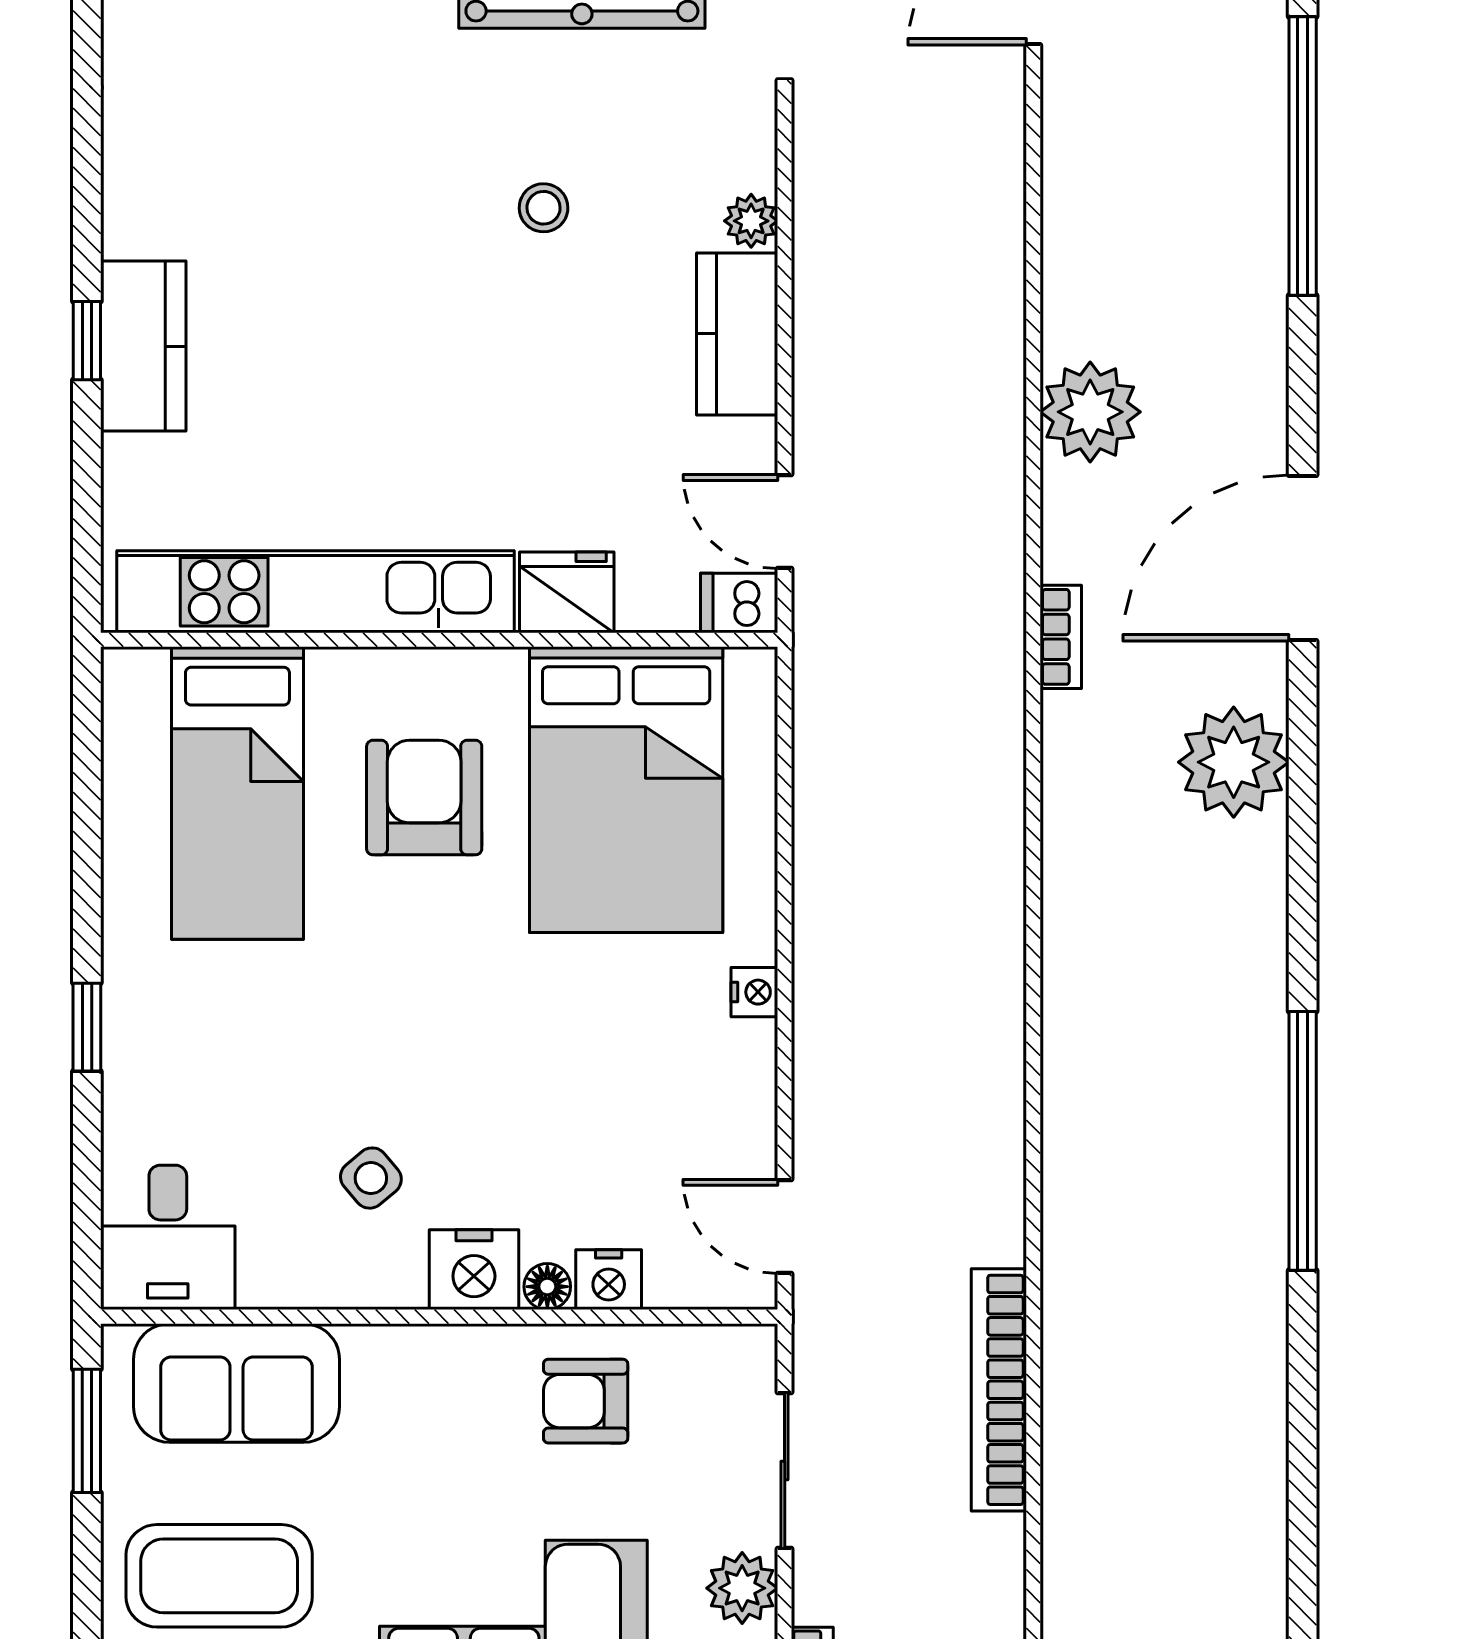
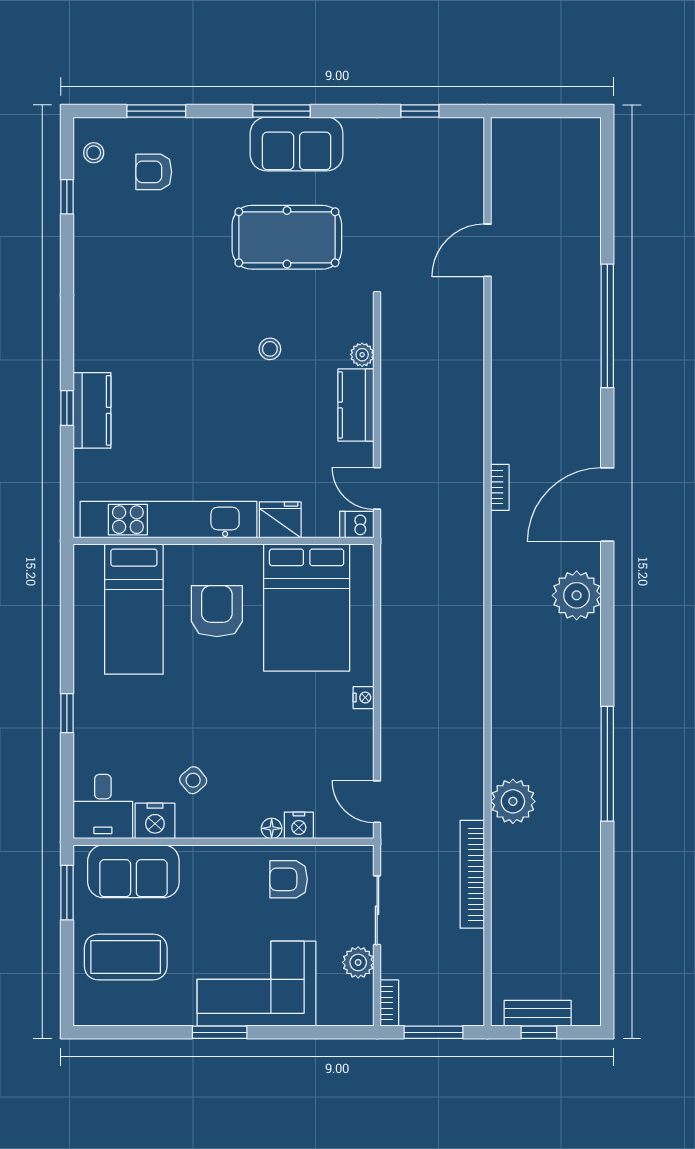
plant: (1090, 412) -> (513, 801), moved
bookcase: (1061, 637) -> (500, 487), moved
nightstand: (474, 1270) -> (155, 821), moved

